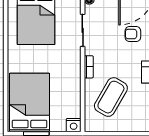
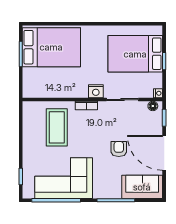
coffee table: (111, 97) -> (57, 127), turned 60
nightstand: (74, 125) -> (96, 91), moved, turned -90

